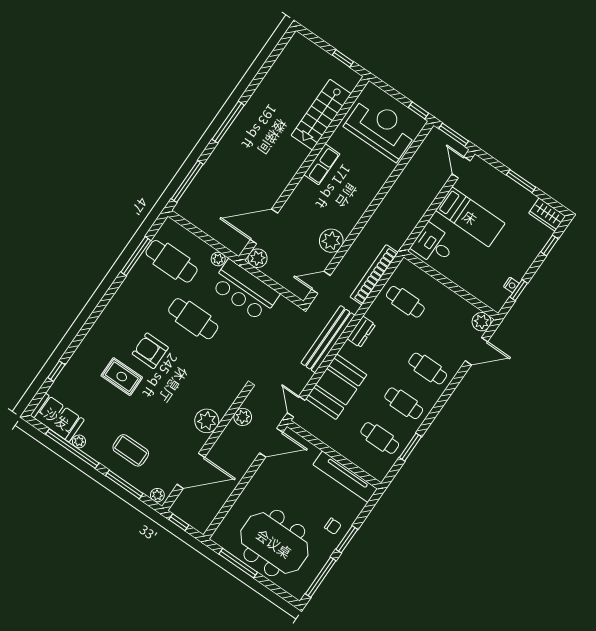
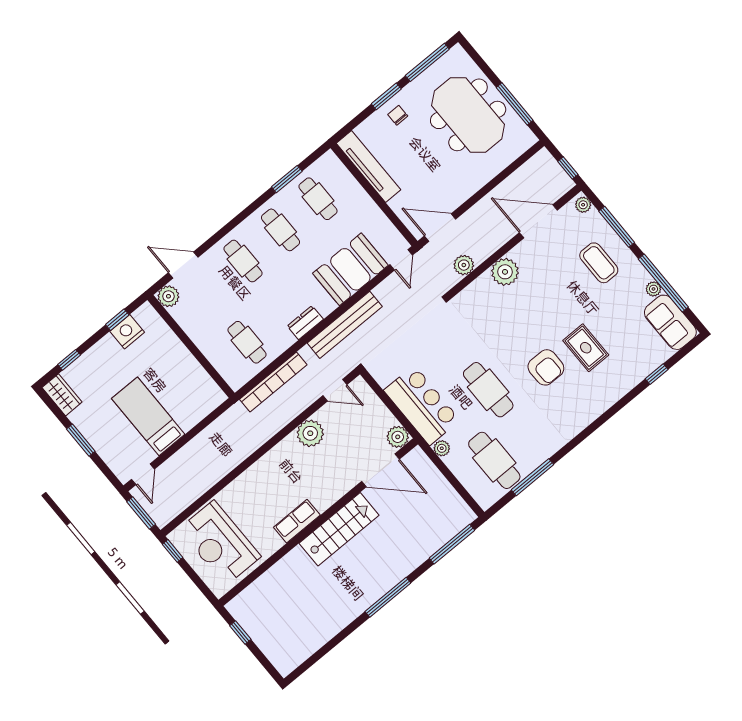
stairs: (321, 115) -> (339, 529), moved
desk: (434, 245) -> (198, 397), removed
nightstand: (511, 285) -> (127, 332), width x1.89, depth x1.79

